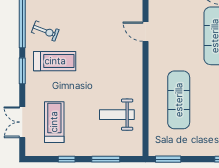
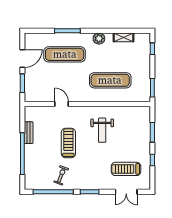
door: (145, 32) -> (62, 104), swing flipped
treadmill: (55, 61) -> (68, 143), moved
weight bench: (117, 115) -> (102, 130), moved

